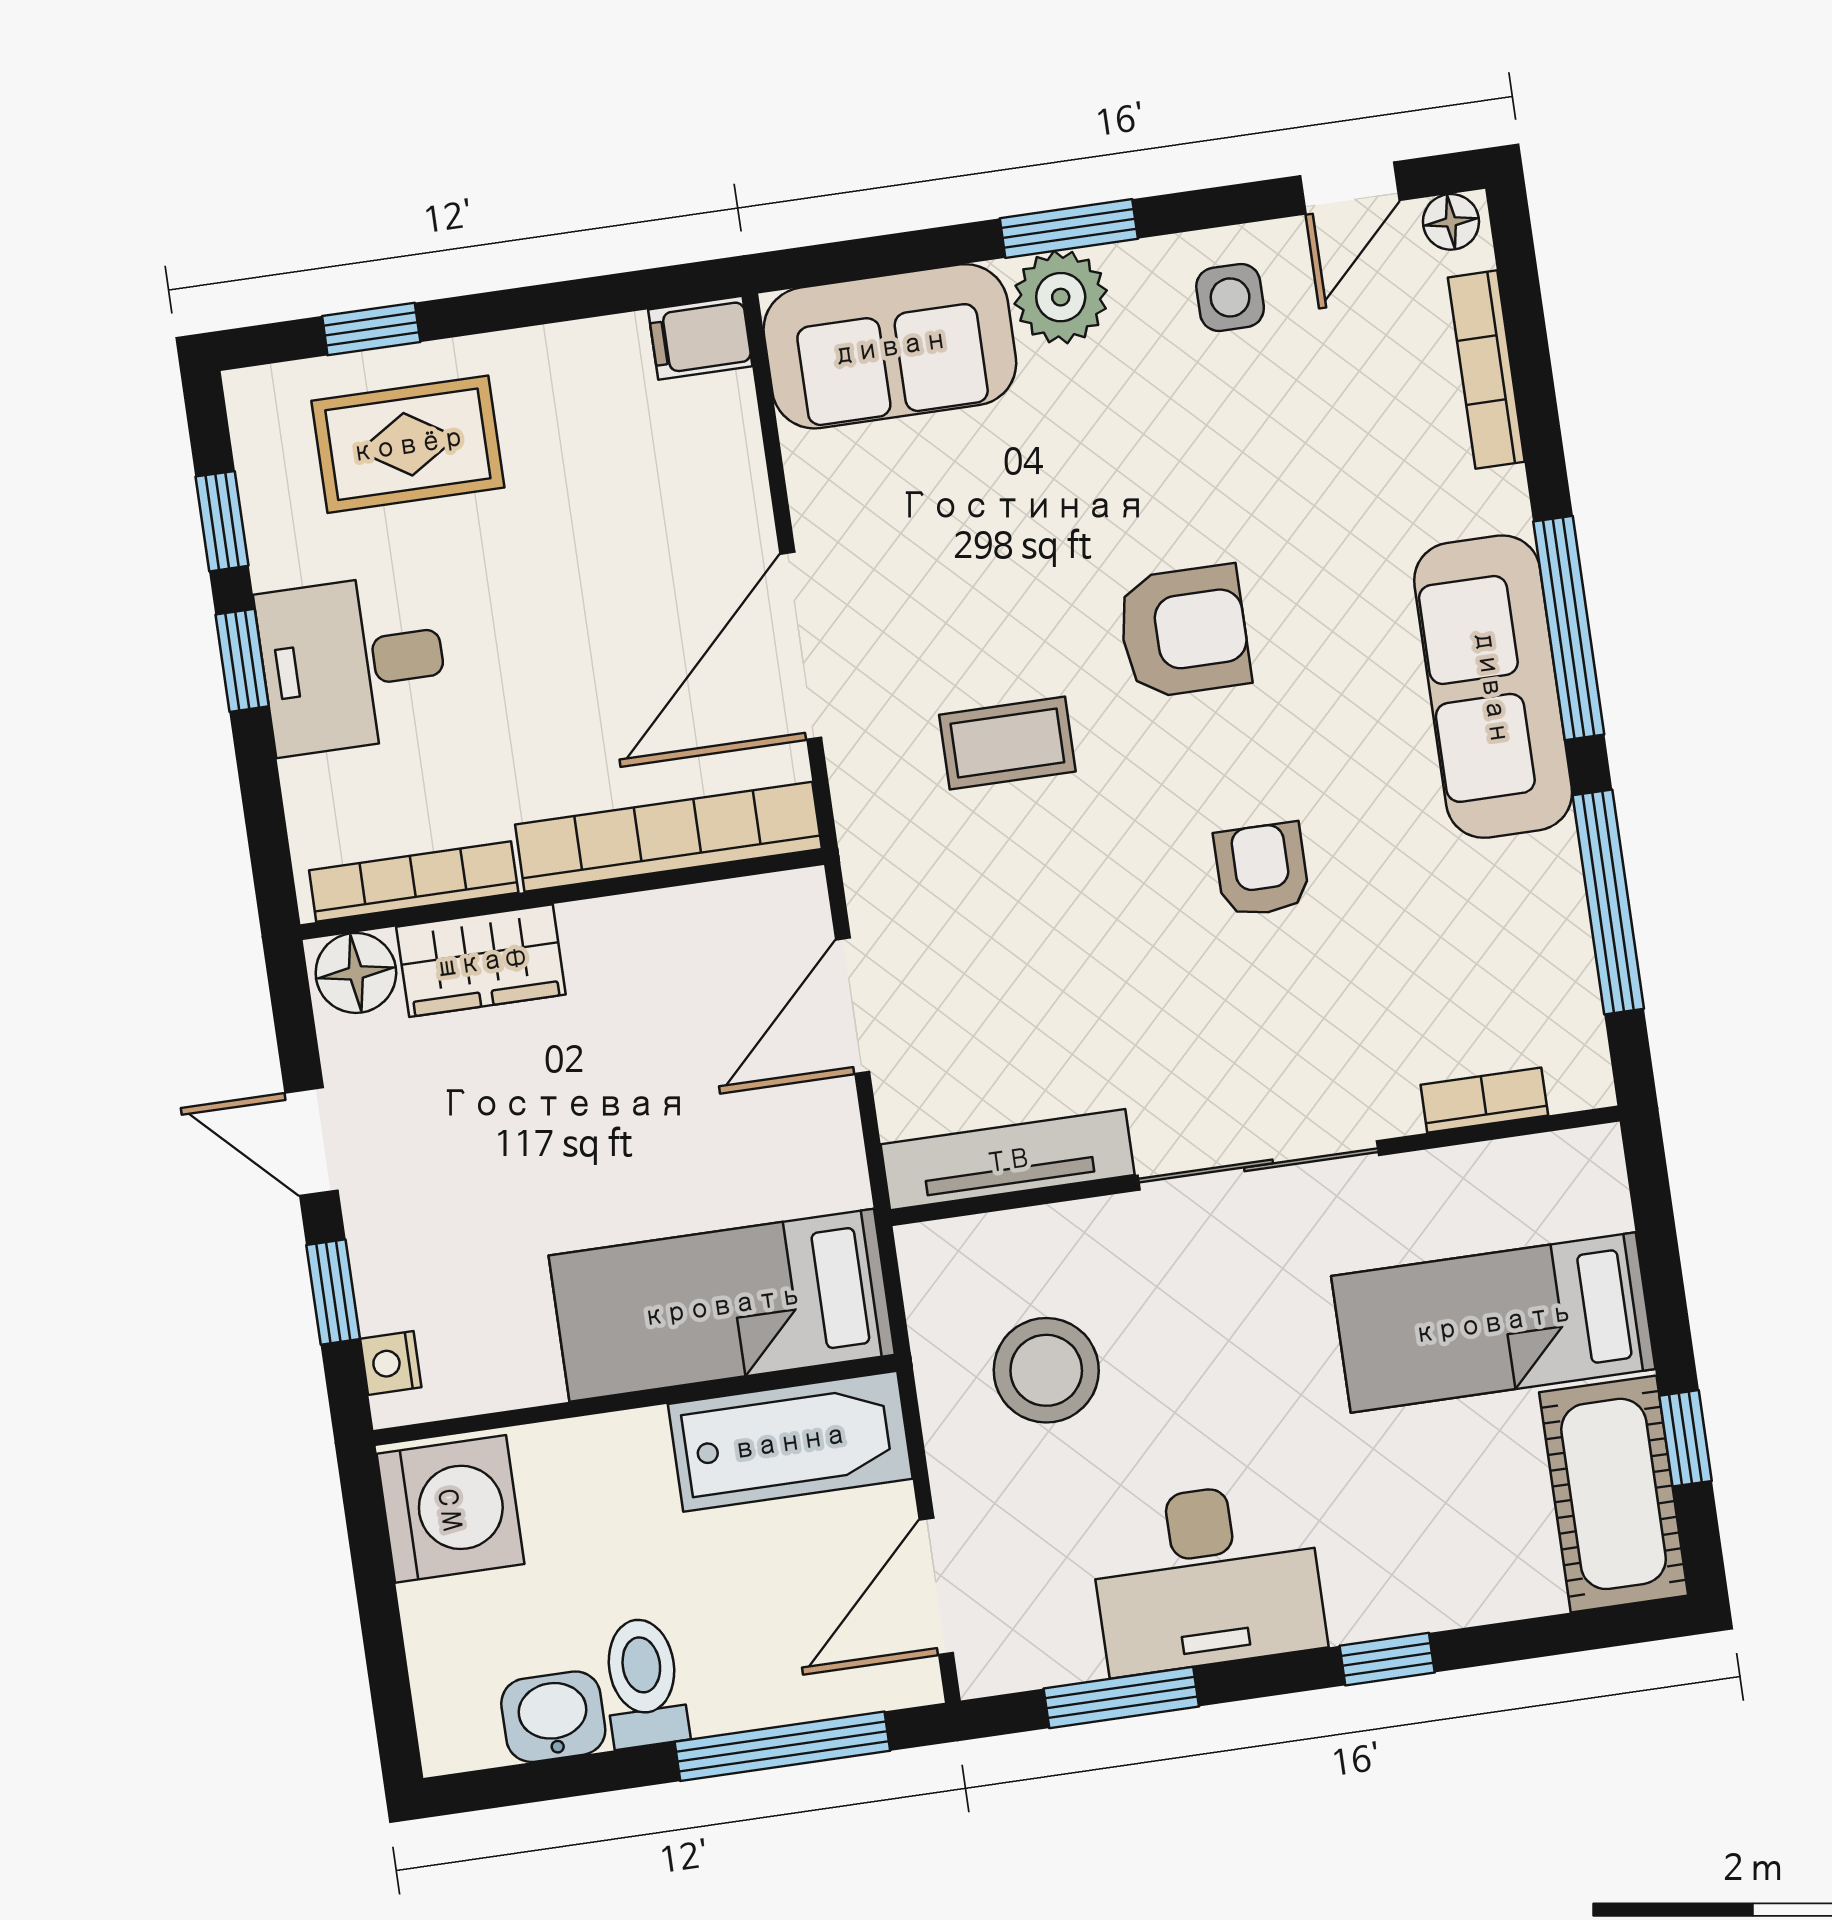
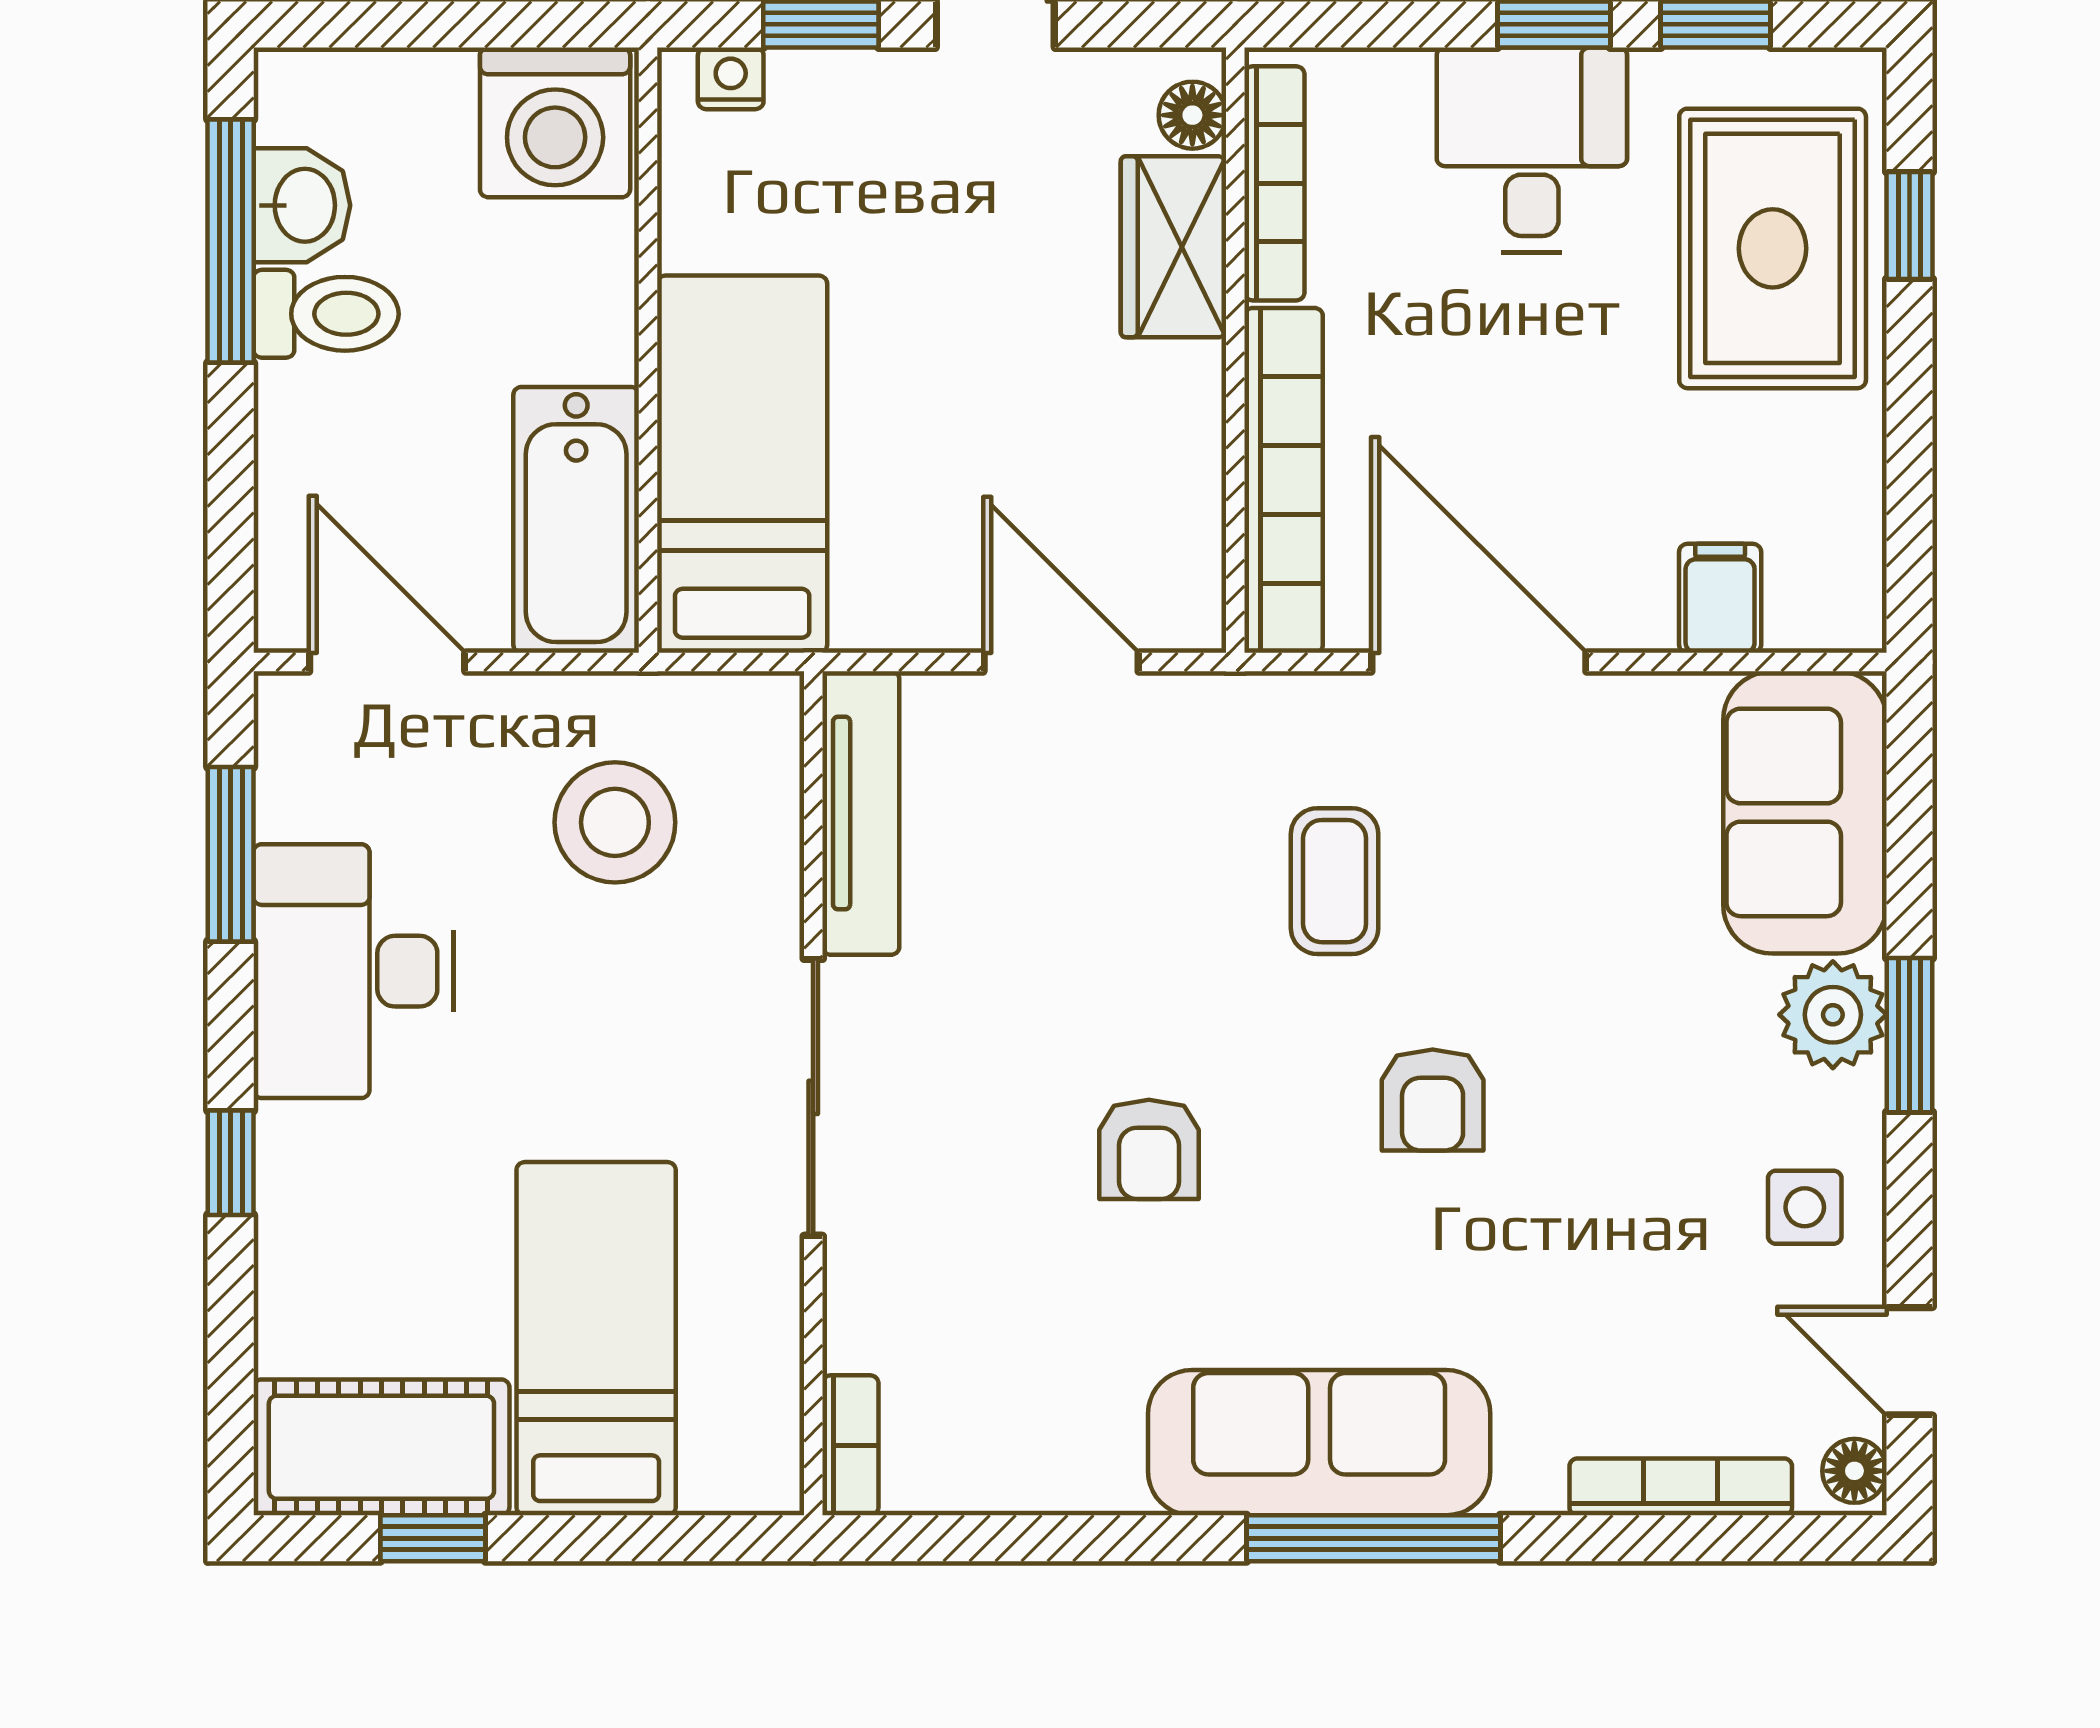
filing cabinet: (700, 338) -> (1720, 598), moved
rug: (408, 444) -> (1773, 248), width x1.36, depth x1.43
armchair: (1184, 631) -> (1433, 1100), width x0.72, depth x0.72
armchair: (1262, 870) -> (1149, 1149), turned 90
window: (1608, 902) -> (1055, 1538), removed
floor lamp: (356, 973) -> (1192, 115), width x0.73, depth x0.73
bookcase: (1484, 1100) -> (850, 1445), moved
window: (782, 1746) -> (231, 241), moved

